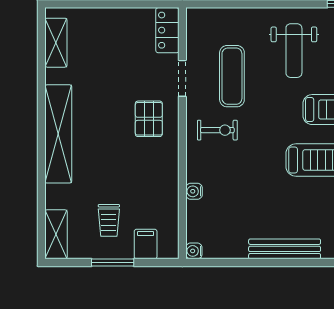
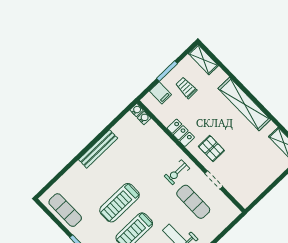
locker: (167, 30) -> (181, 133), moved
water cooler: (194, 191) -> (144, 118), moved

